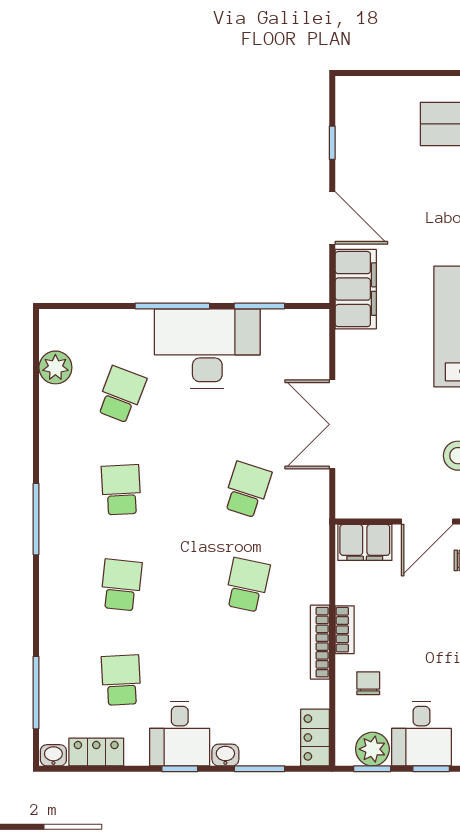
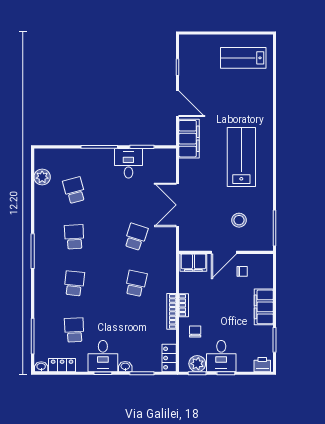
desk: (207, 348) -> (128, 163), width x0.53, depth x0.77
school desk: (121, 395) -> (74, 190), turned -36

